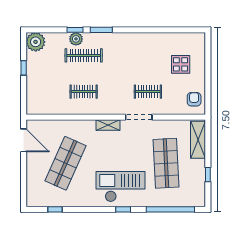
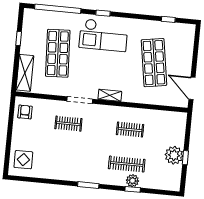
window: (101, 30) -> (88, 185), moved
plant: (36, 42) -> (174, 155), moved
display table: (181, 64) -> (23, 160), moved
armchair: (194, 99) -> (25, 112), turned 180
shop shelf: (66, 163) -> (154, 63), turned -33

